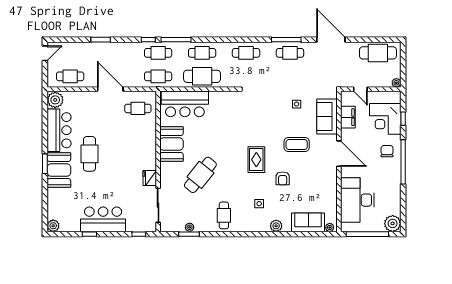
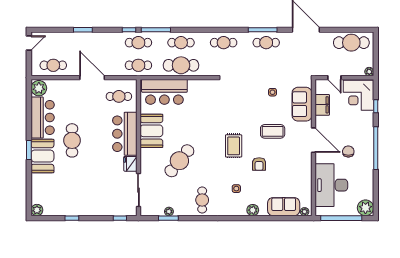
corner desk: (385, 119) -> (358, 95), moved
chair: (387, 151) -> (348, 151), moved
bar counter: (103, 219) -> (125, 134), moved, turned -90

